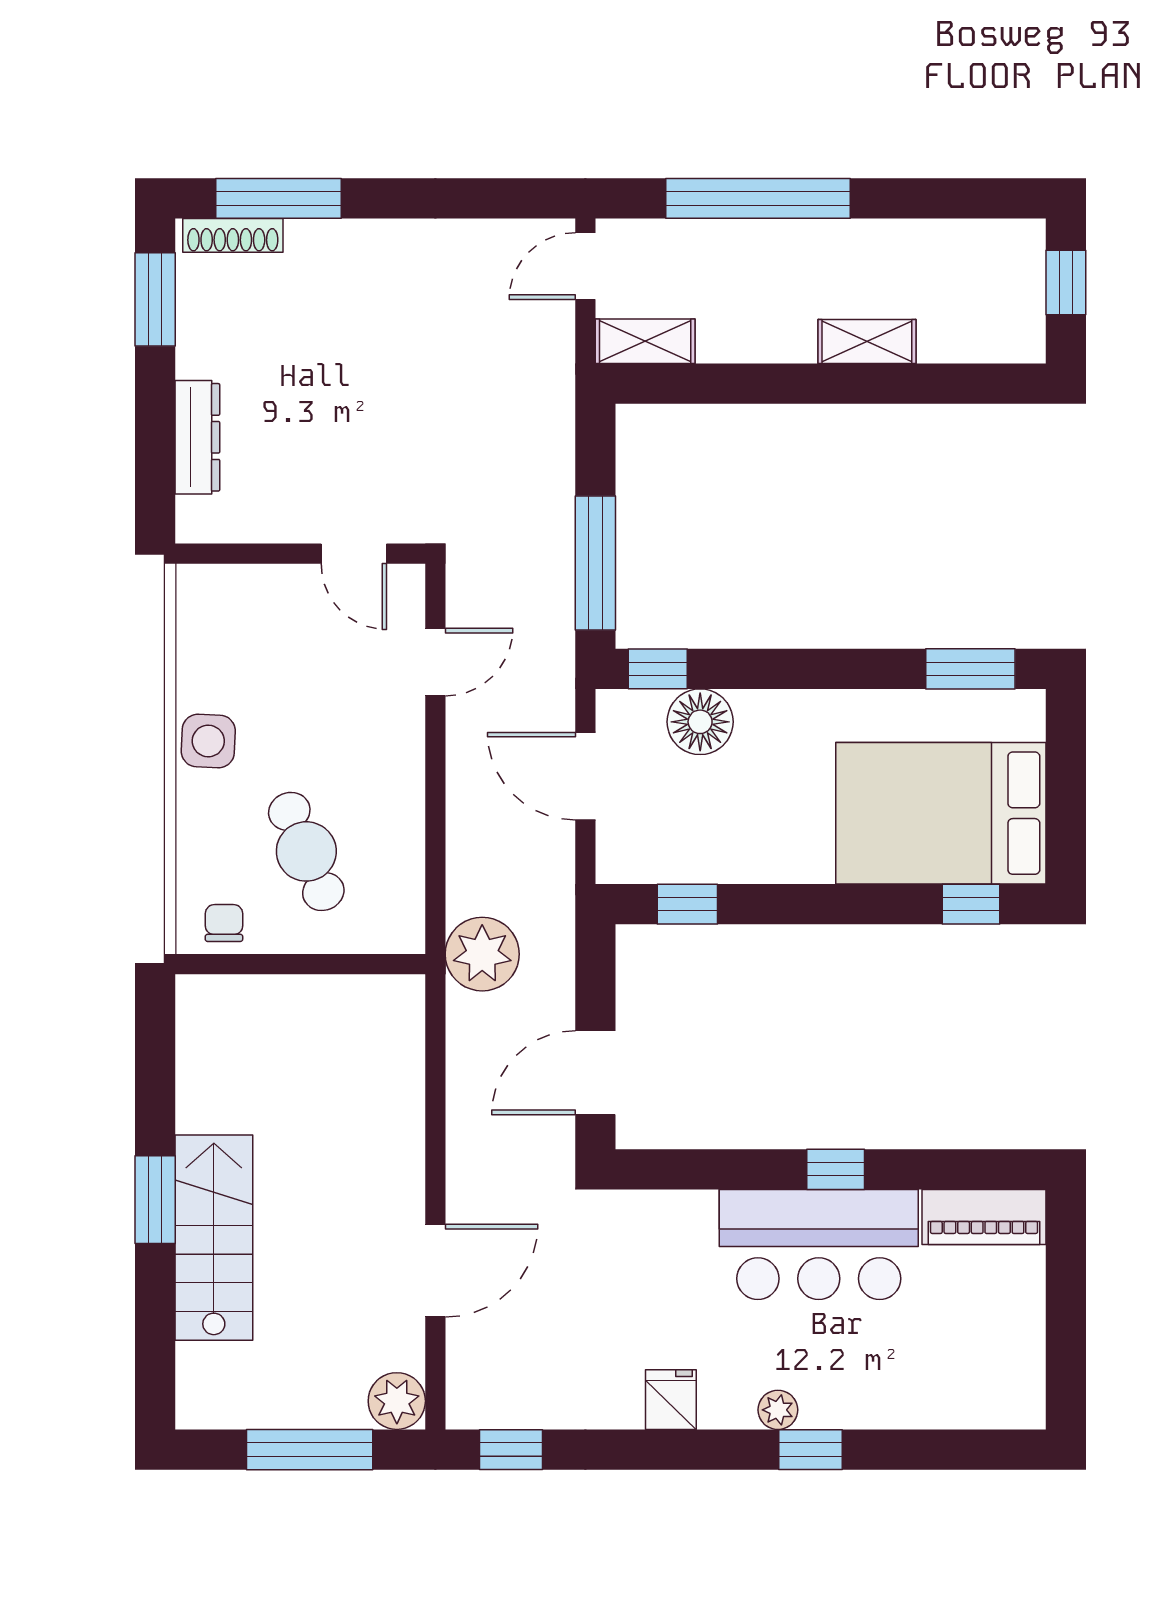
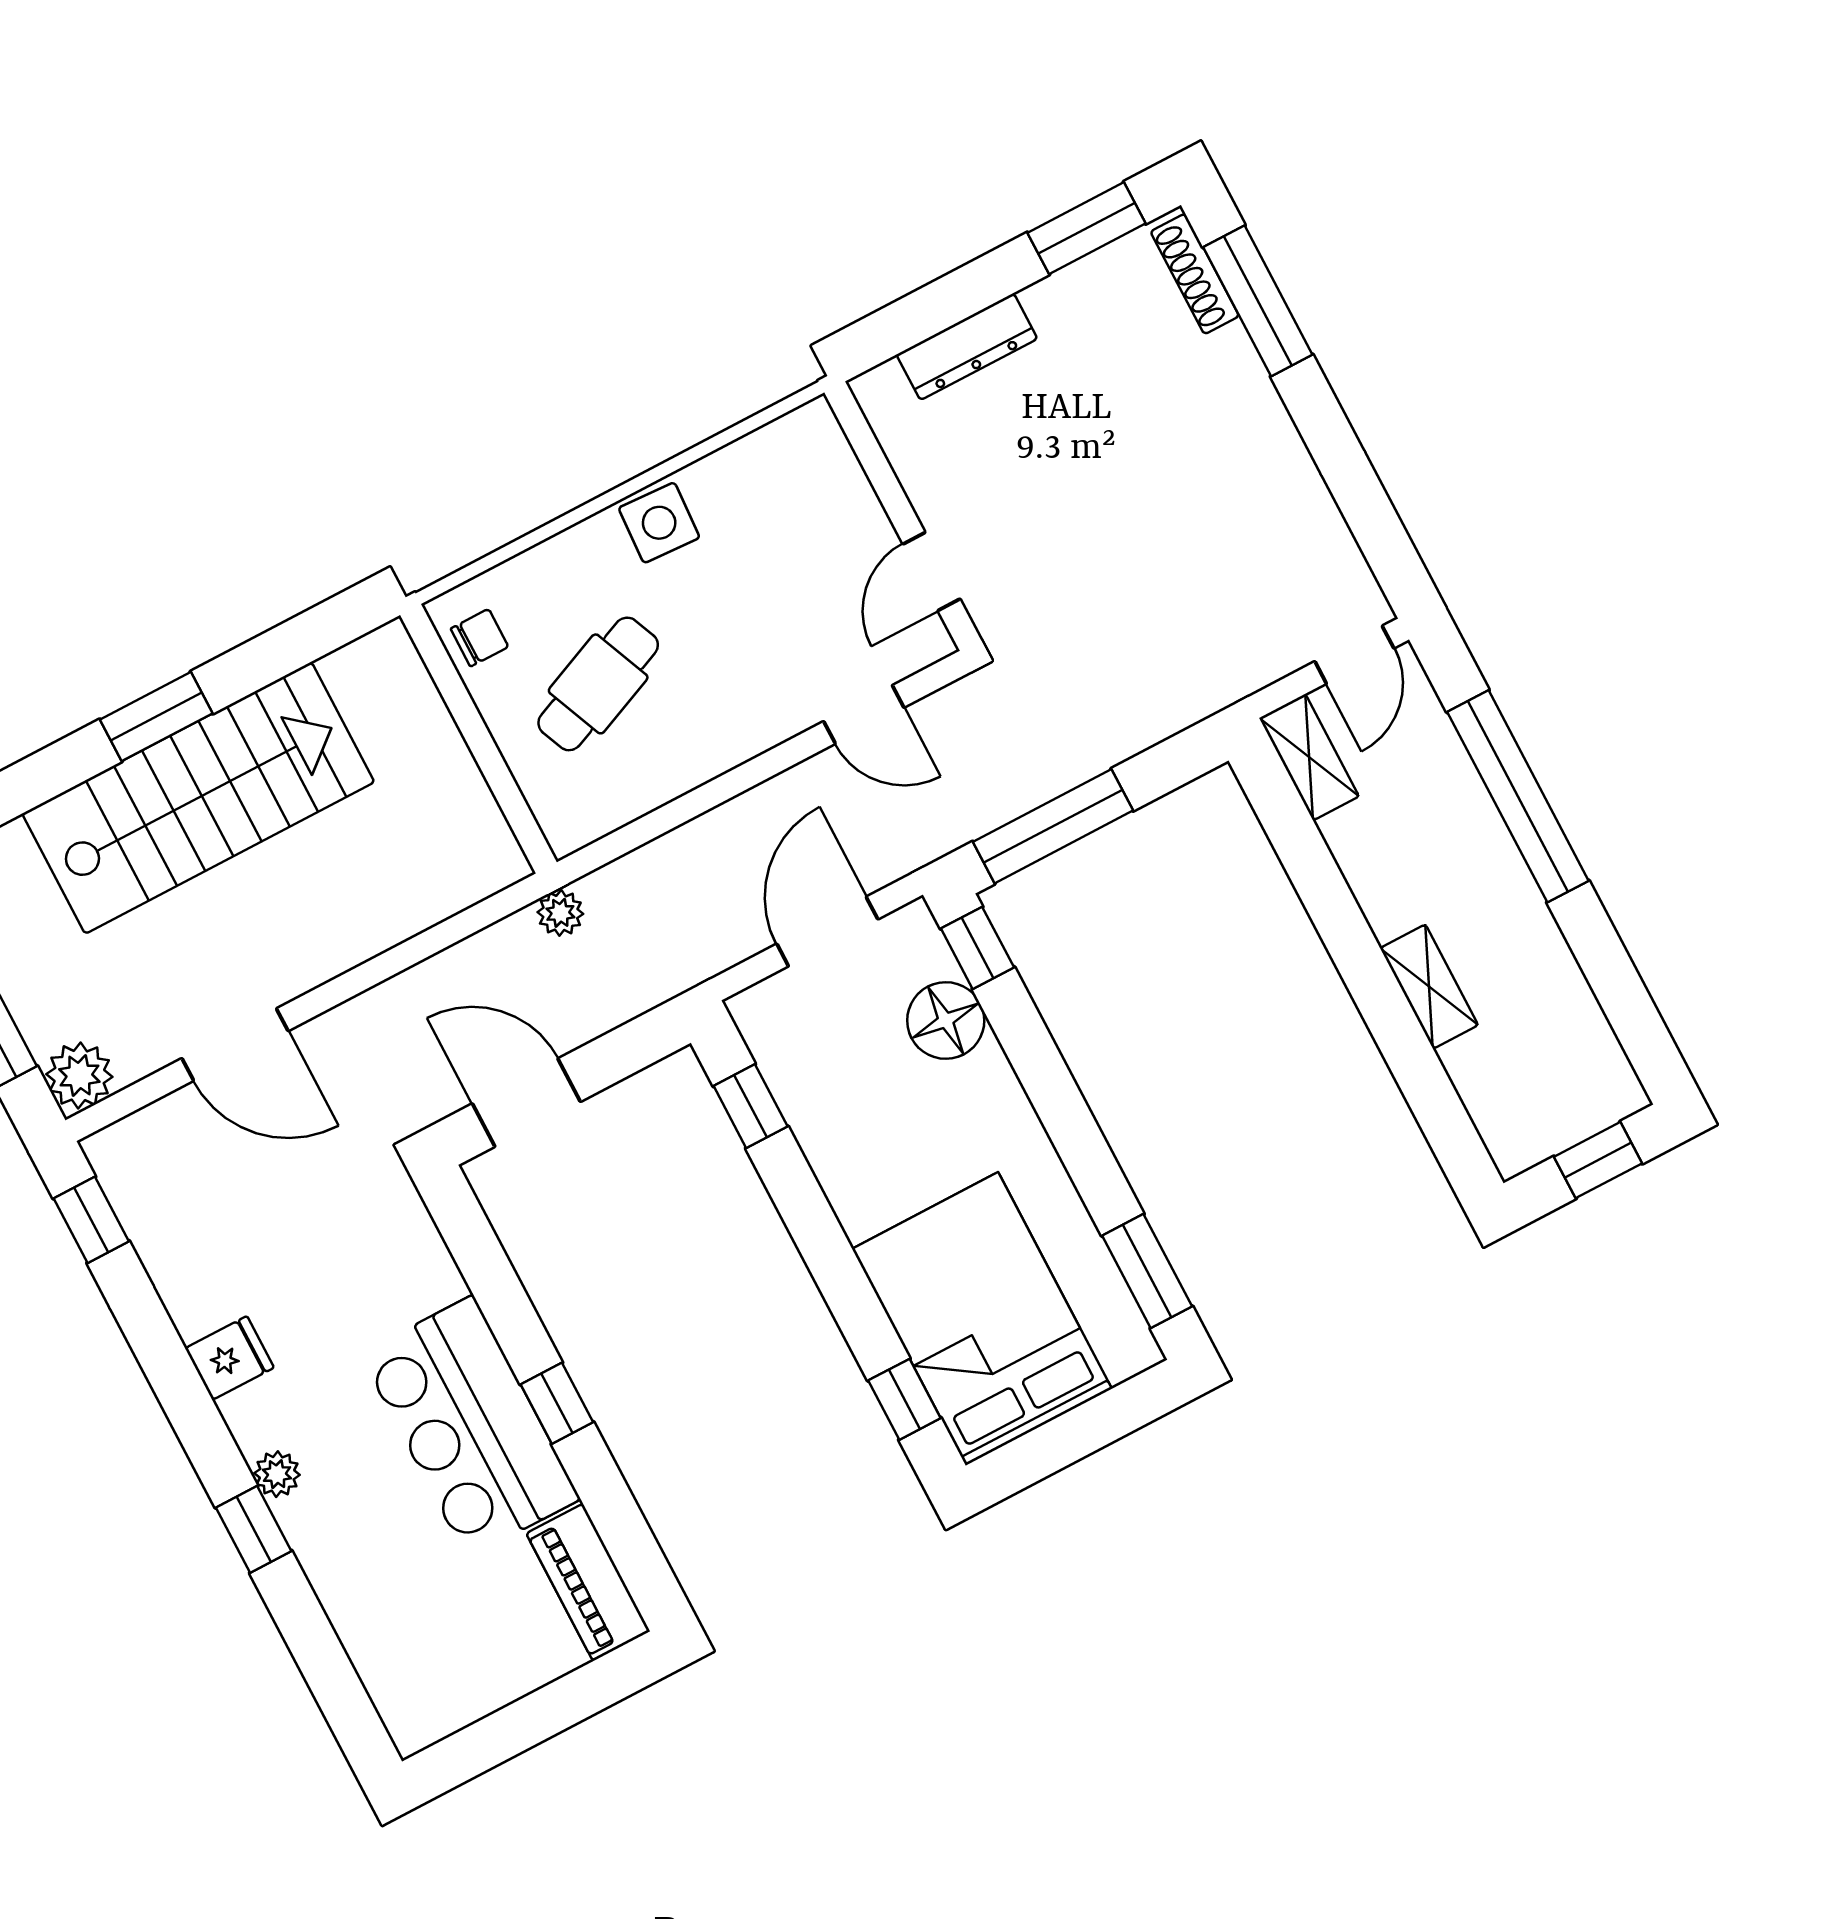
door: (585, 266) -> (1354, 655), swing flipped
plant: (482, 954) -> (560, 913), width x0.53, depth x0.53
stairs: (214, 1238) -> (198, 798), width x1.36, depth x1.51

